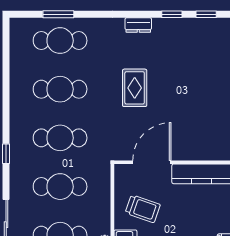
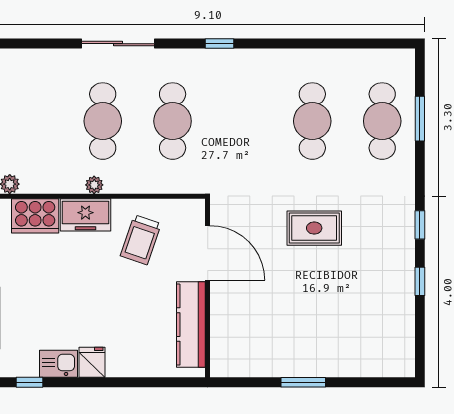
window: (206, 14) -> (420, 225), moved
dresser: (138, 25) -> (404, 233), removed
cafe table: (60, 138) -> (242, 121), removed

